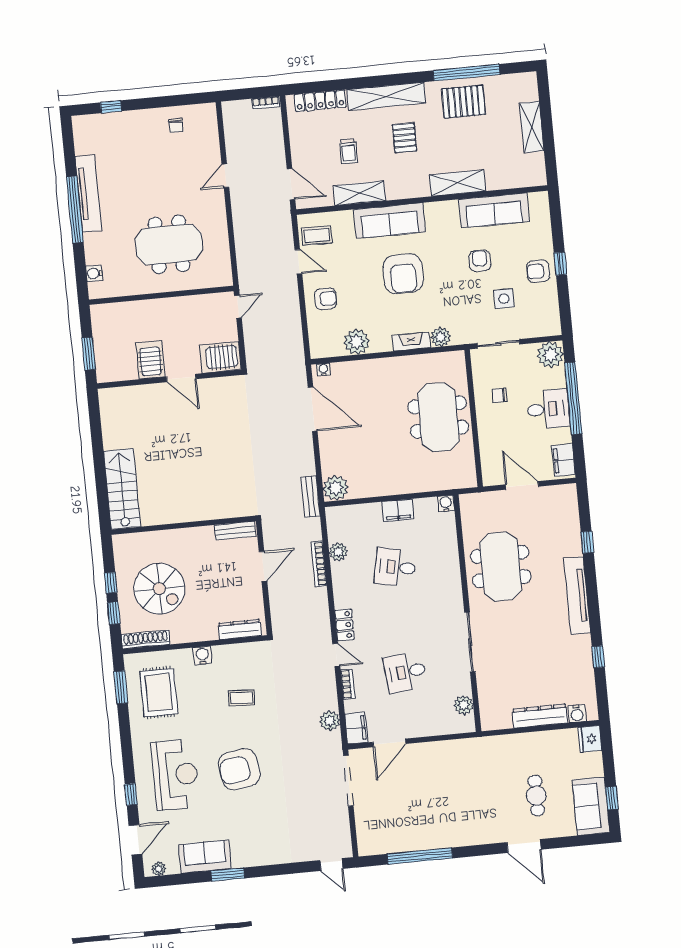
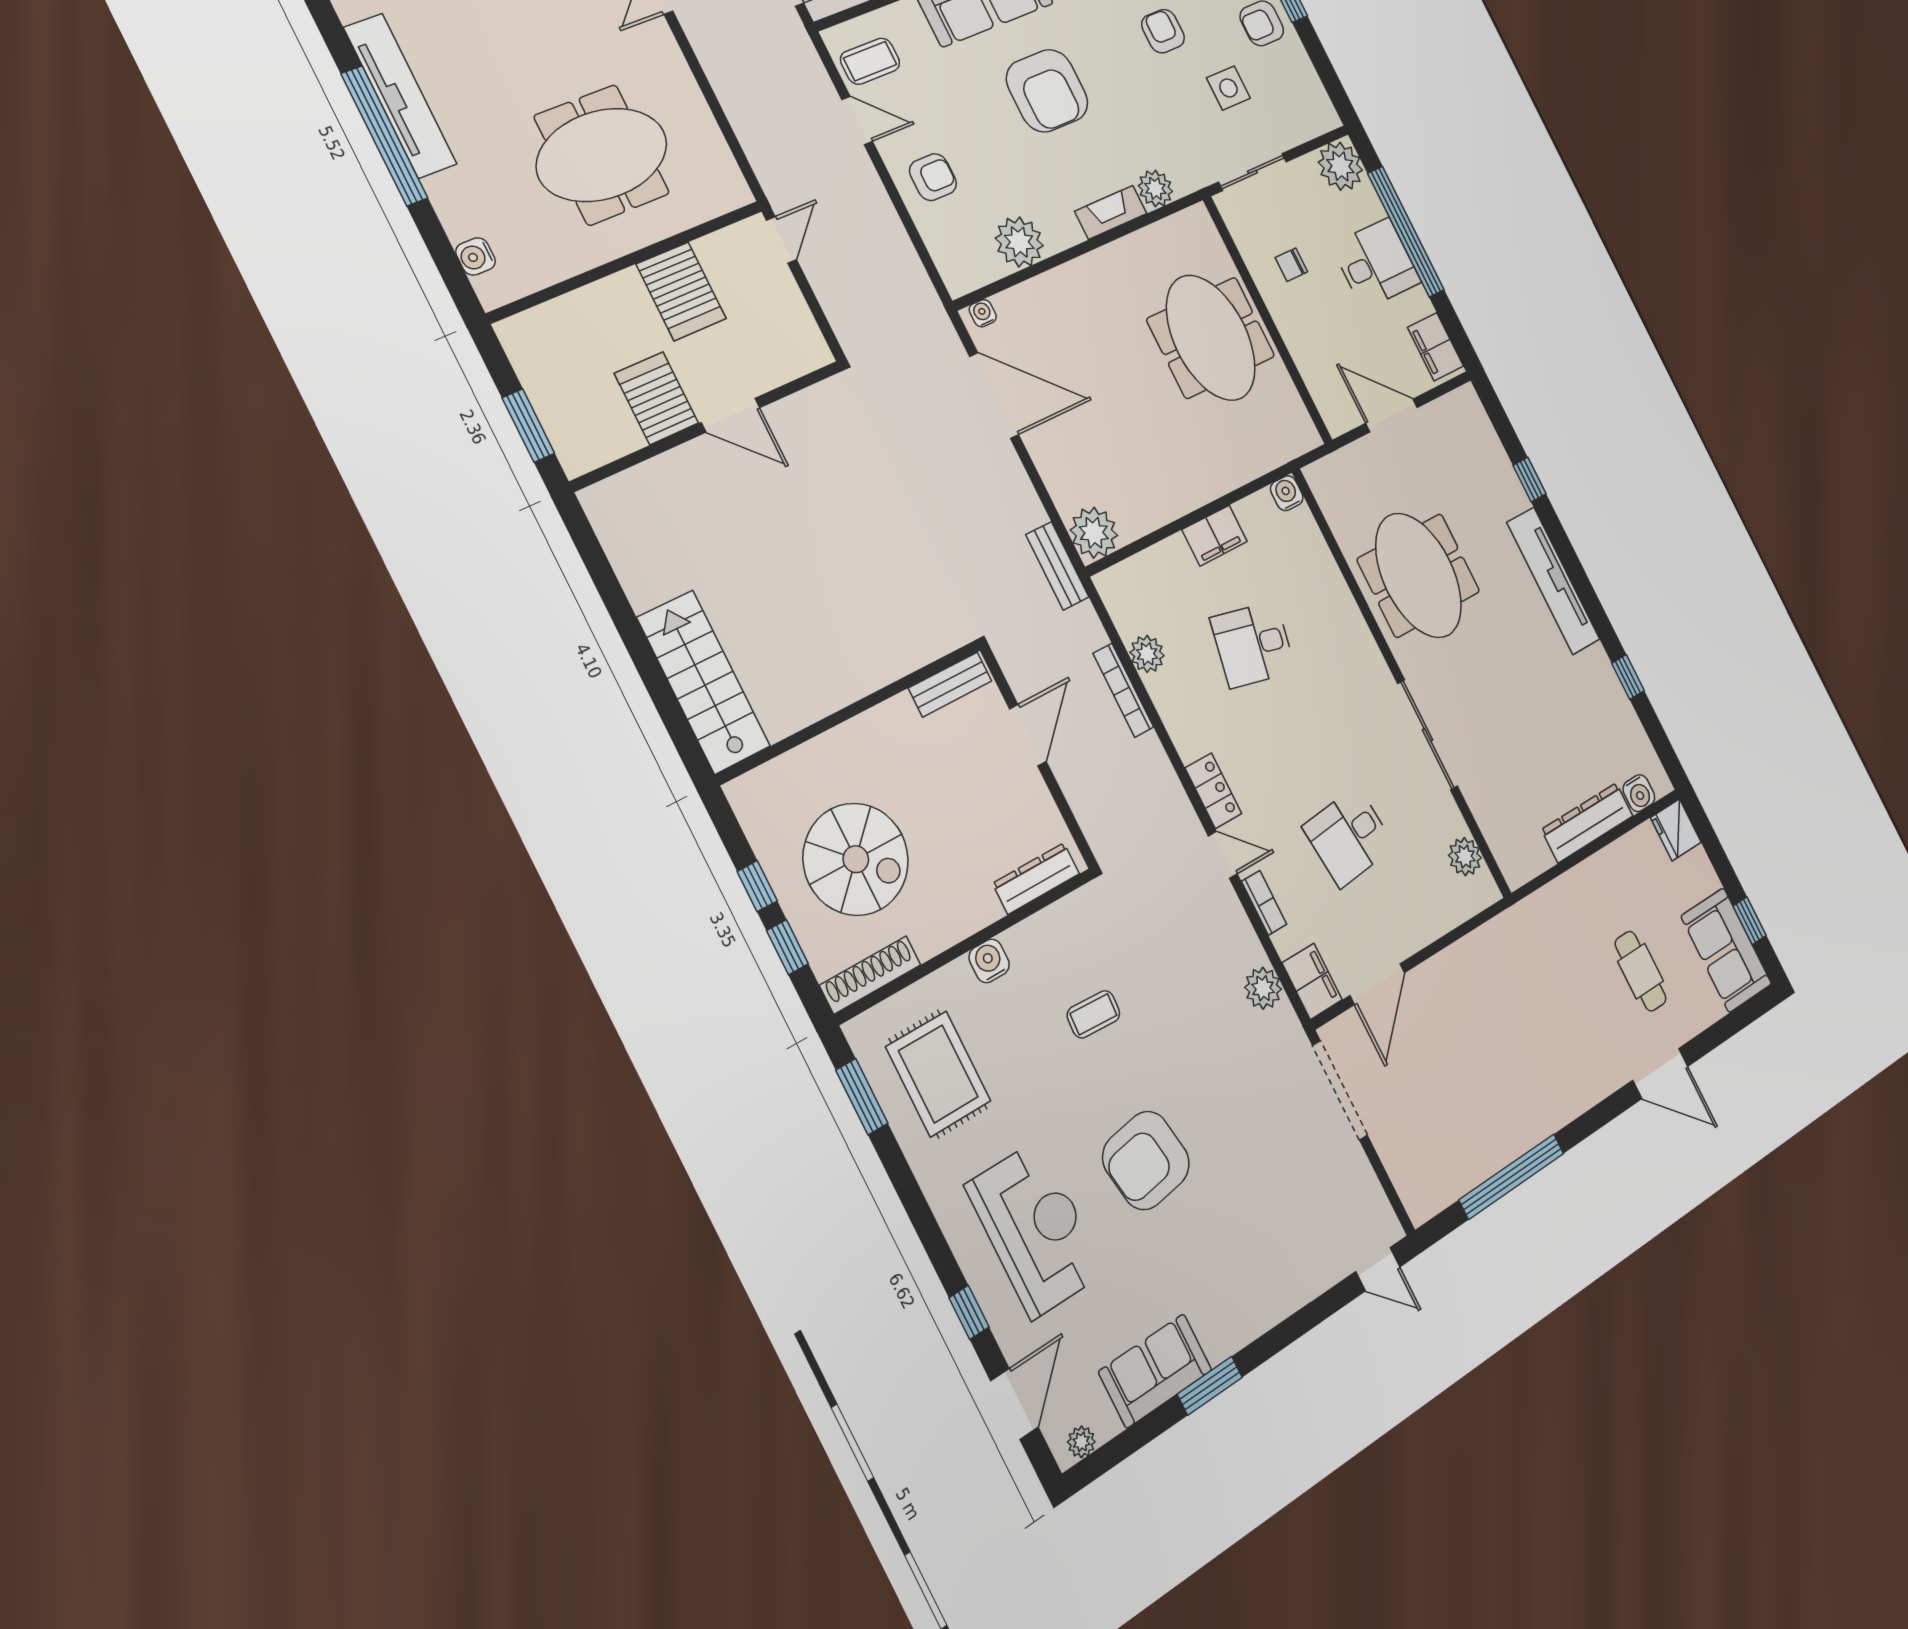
server rack: (220, 357) -> (681, 291), moved, turned -90

